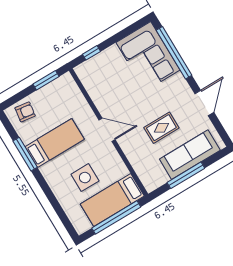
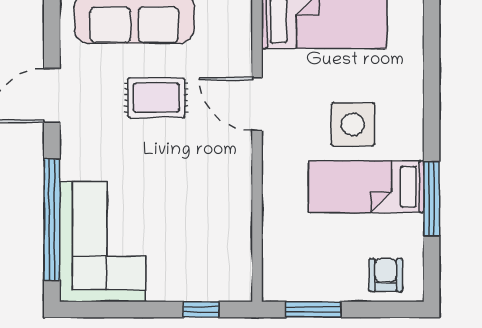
armchair: (25, 112) -> (386, 275), turned 82
door: (107, 130) -> (257, 104), moved
side table: (85, 178) -> (353, 124), moved

